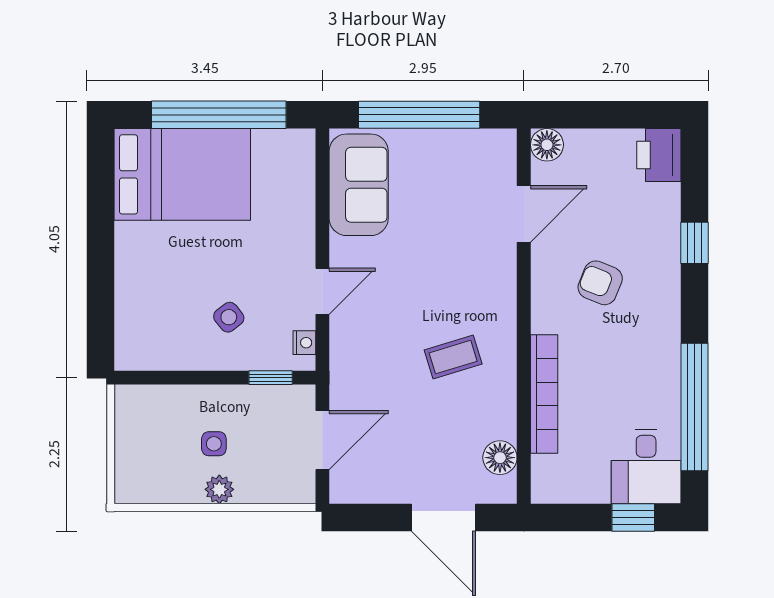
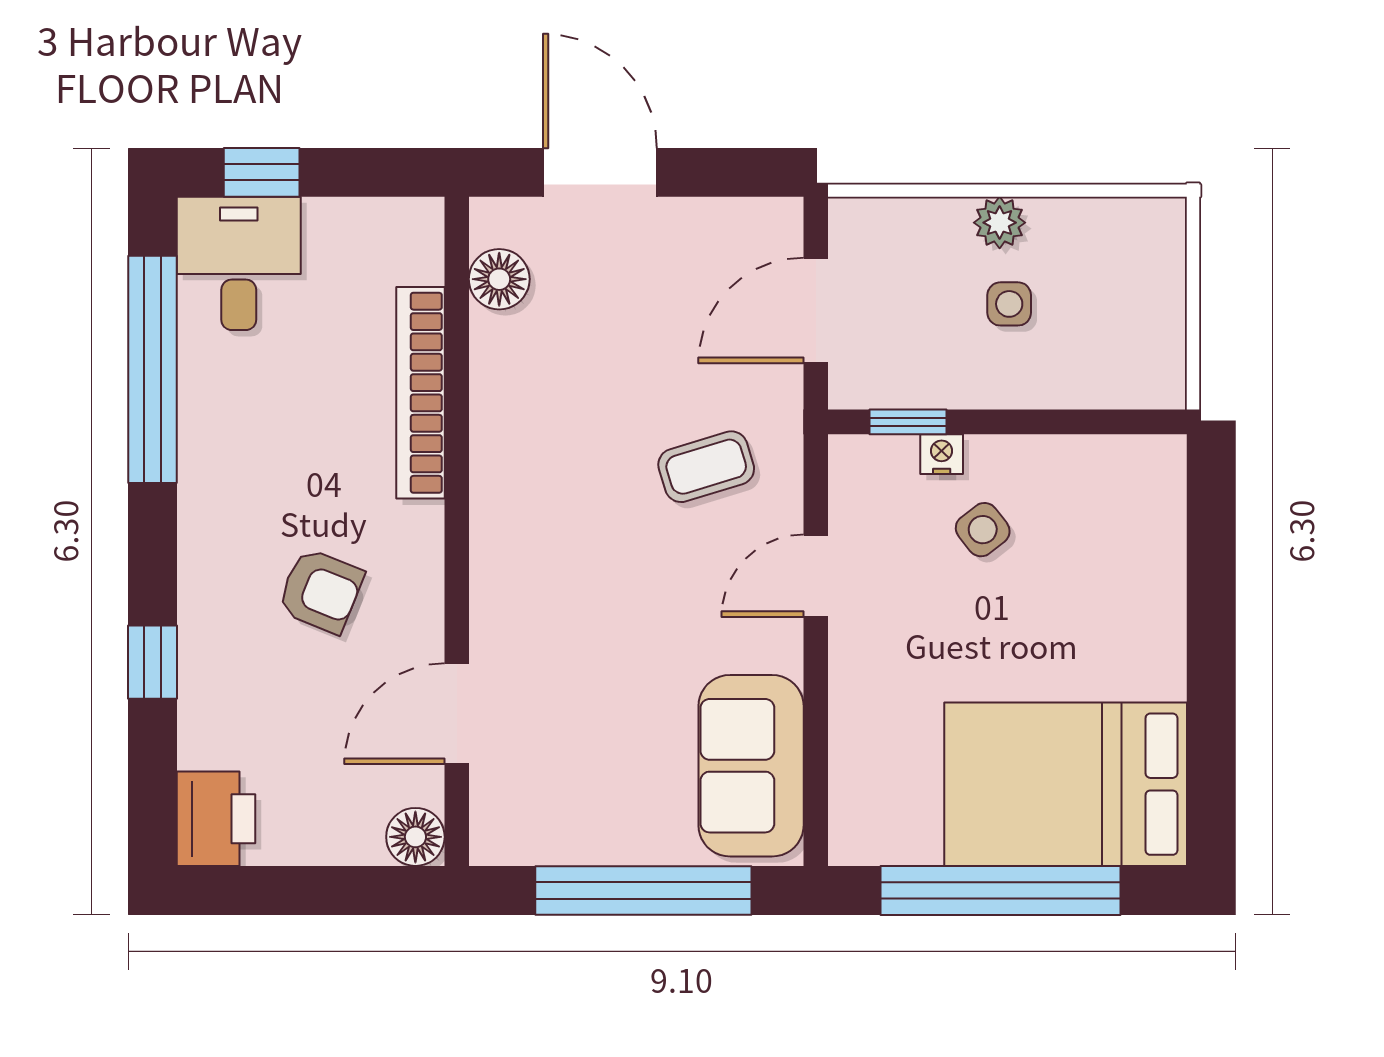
nightstand: (304, 343) -> (942, 454), moved, turned 90
coffee table: (453, 357) -> (706, 467), moved

